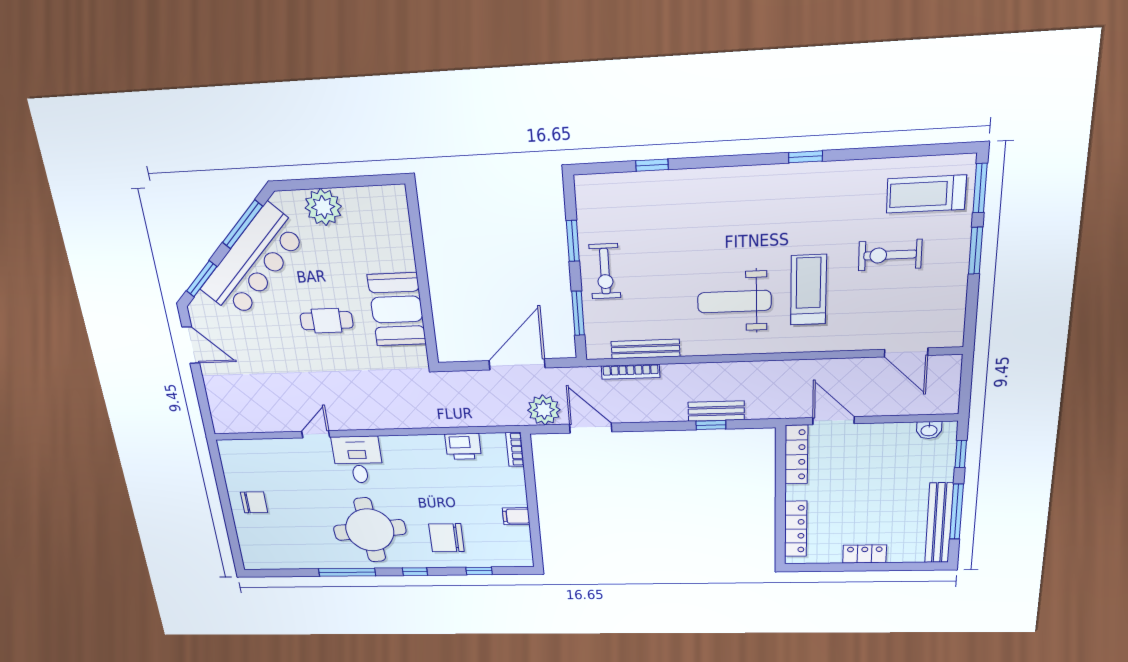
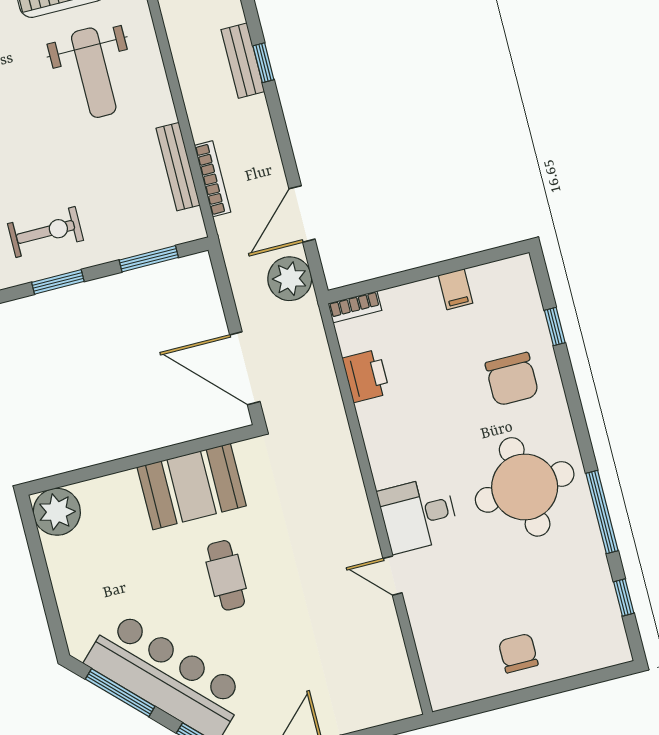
plant: (323, 207) -> (57, 512), moved
exercise bike: (605, 271) -> (45, 232), moved
door: (517, 364) -> (245, 368), moved
window: (415, 572) -> (624, 597), moved

